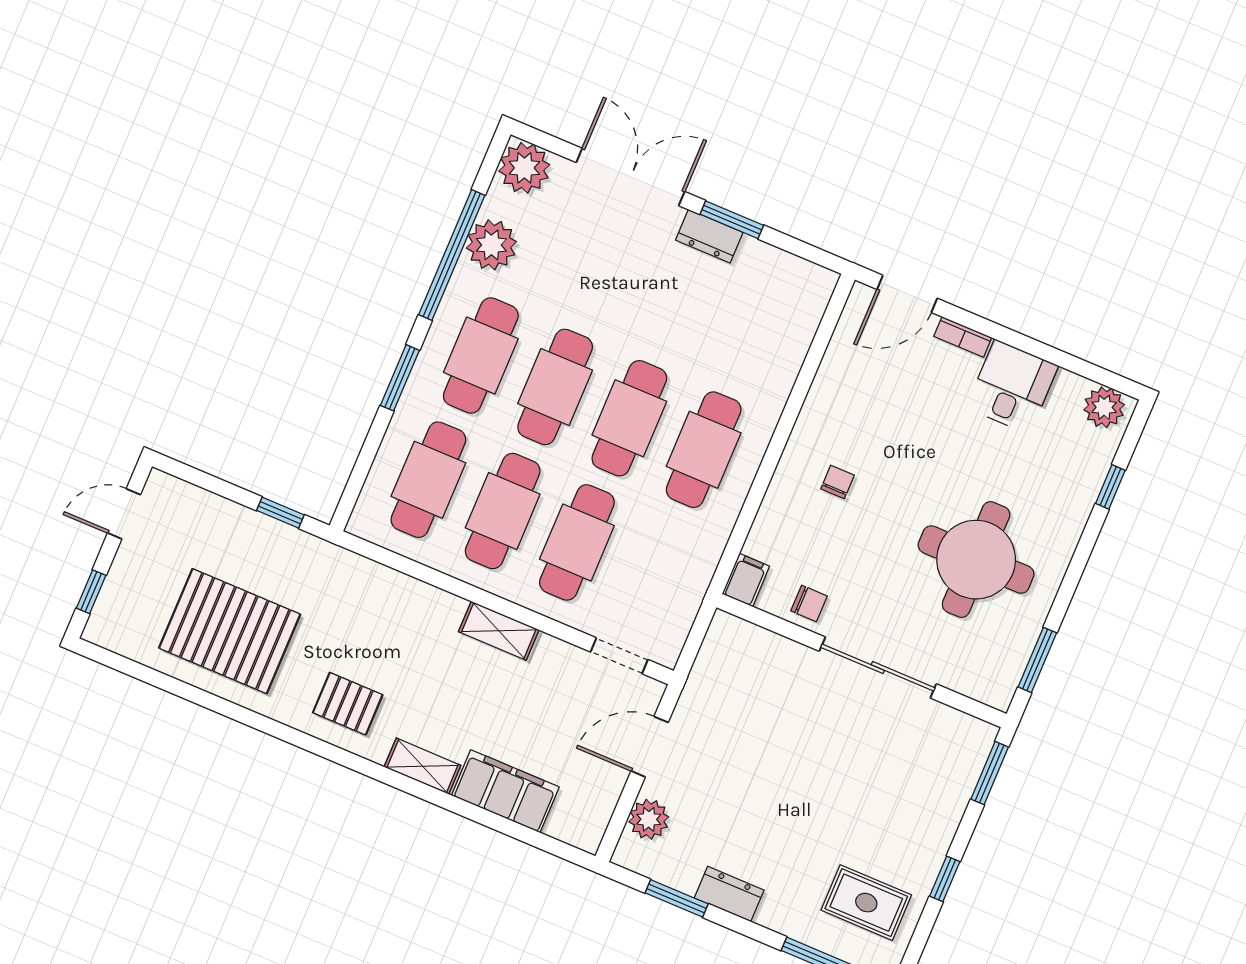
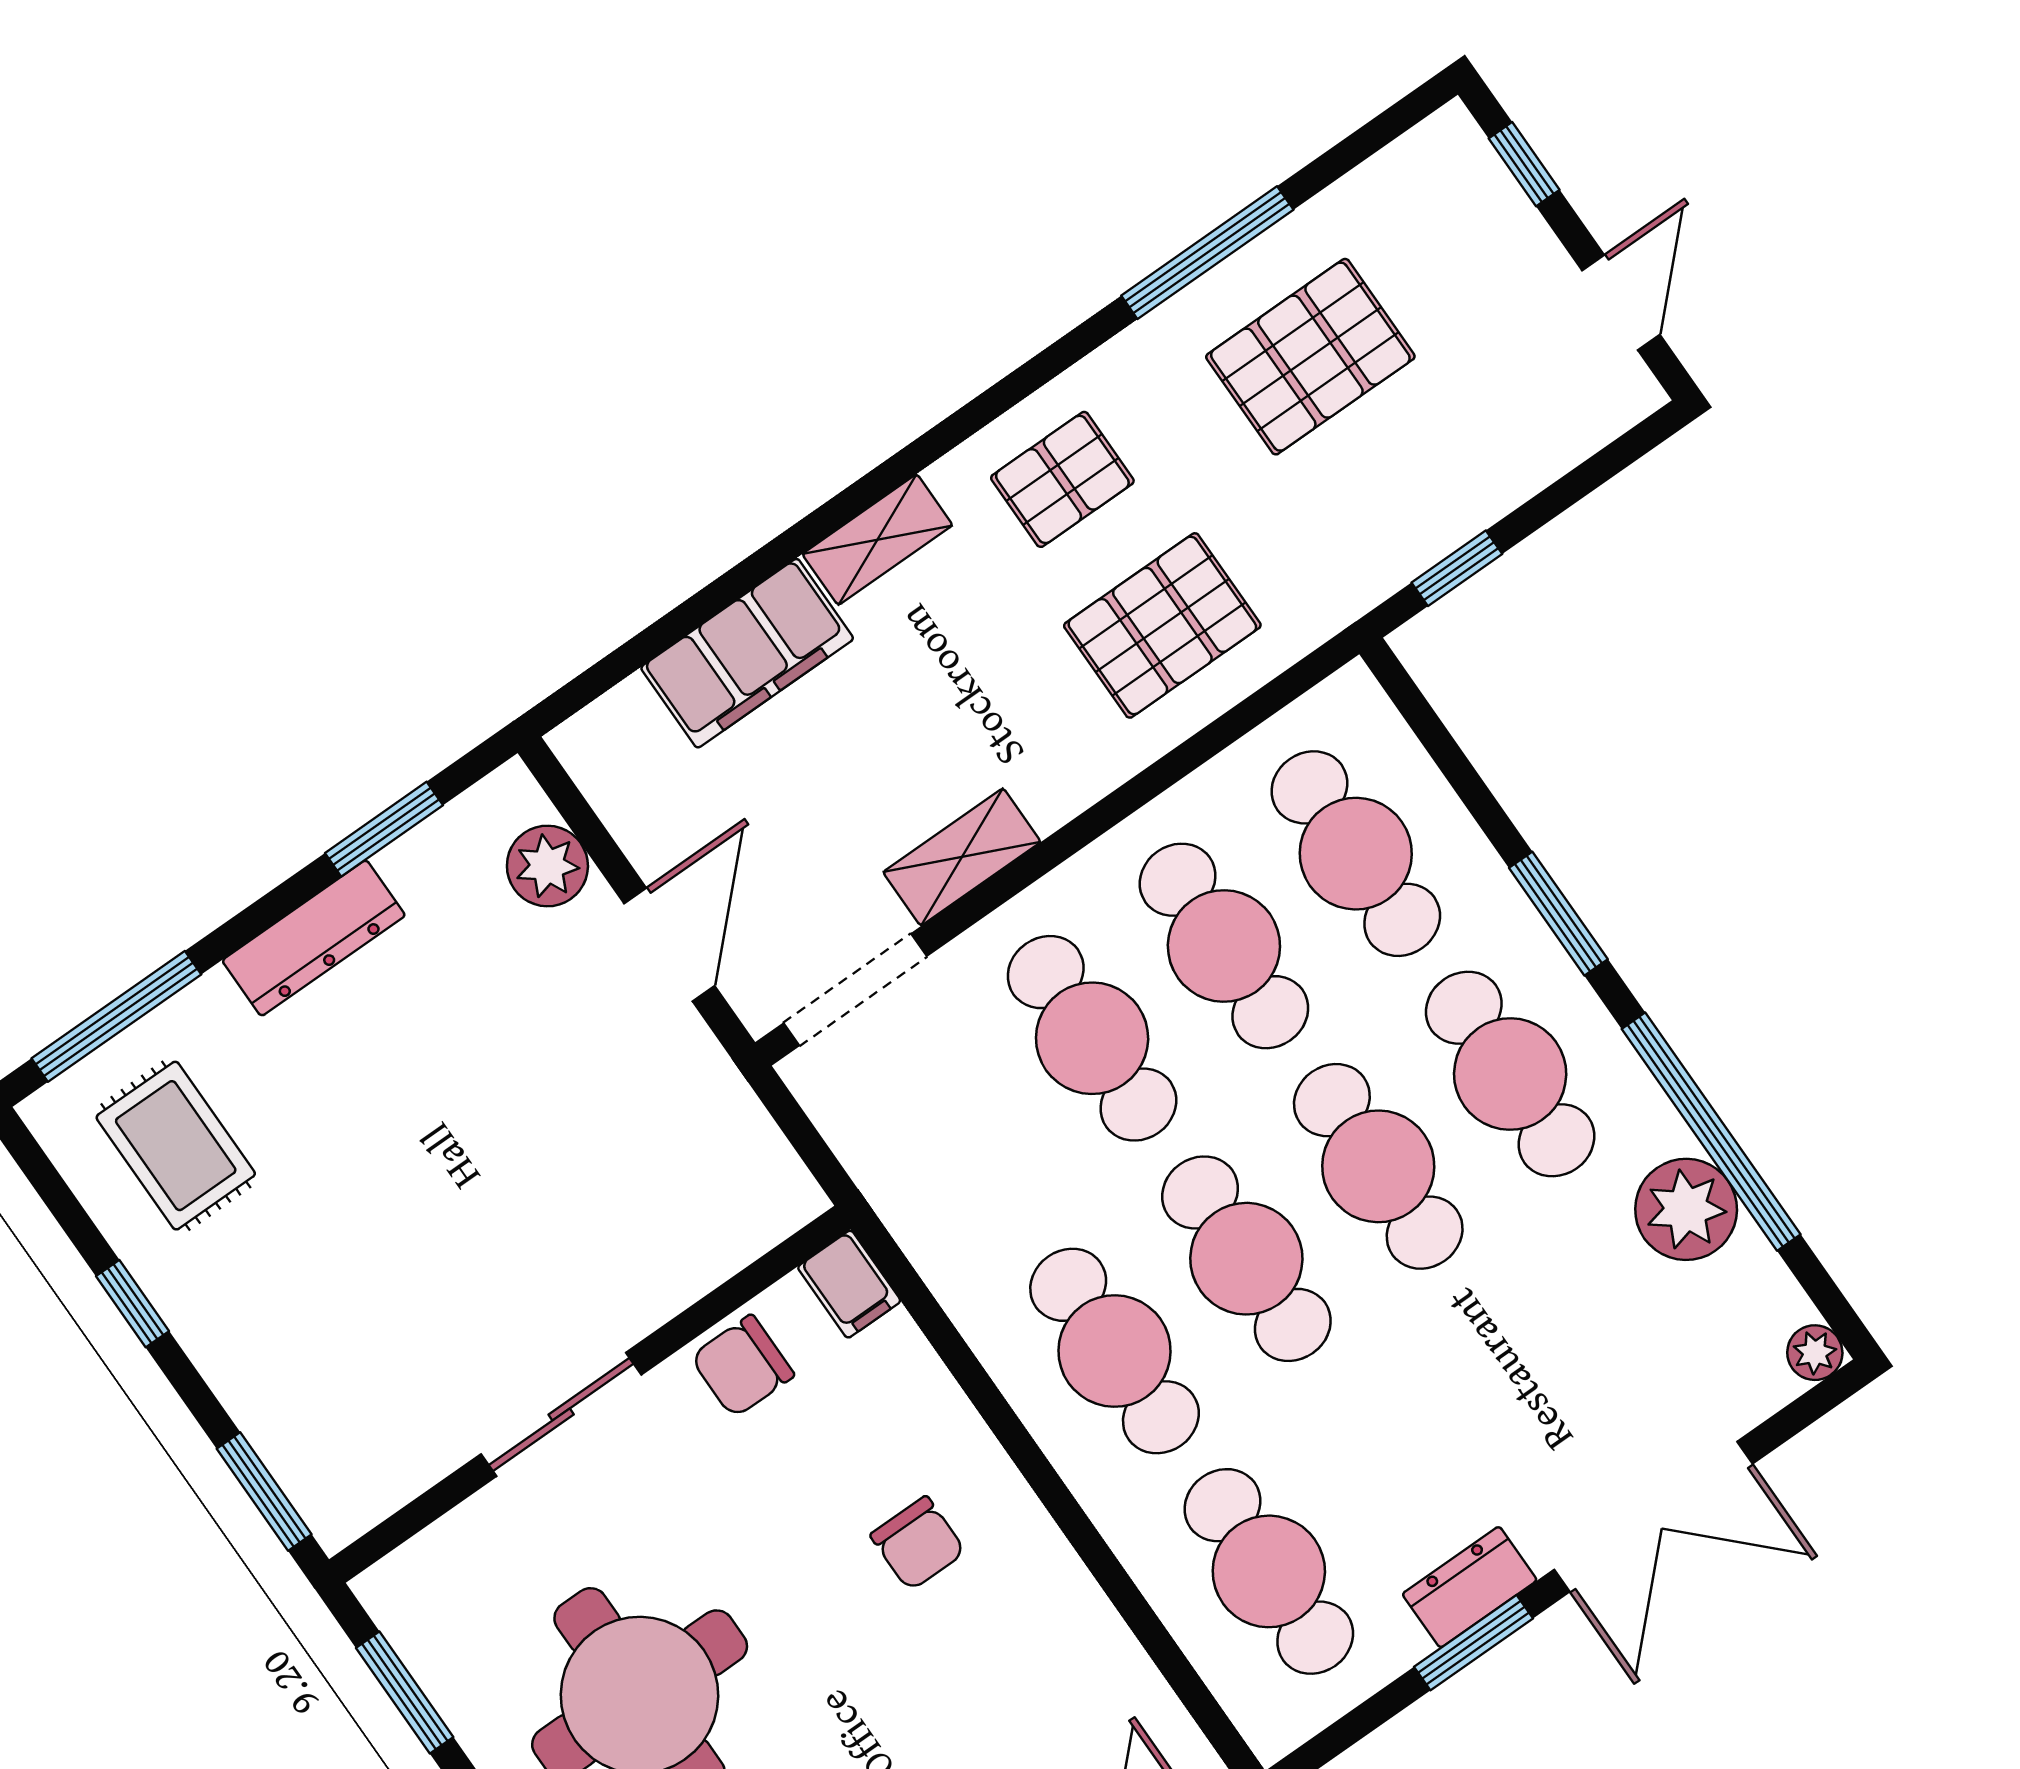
plant: (524, 168) -> (1815, 1353), width x0.53, depth x0.53
cafe table: (756, 326) -> (1269, 1571), added
chair: (838, 482) -> (918, 1543), width x1.37, depth x1.37
chair: (809, 603) -> (742, 1366), width x1.37, depth x1.37
pallet: (383, 622) -> (1162, 625), added
pallet: (230, 631) -> (1310, 357), width x0.73, depth x0.71
shelving: (499, 631) -> (962, 857), moved
doorway: (619, 656) -> (855, 990), width x1.38
sliding door: (878, 668) -> (561, 1414), width x0.73
window: (213, 703) -> (1207, 253), added
dresser: (729, 894) -> (314, 938), width x1.44
rug: (866, 903) -> (176, 1146), turned 90

